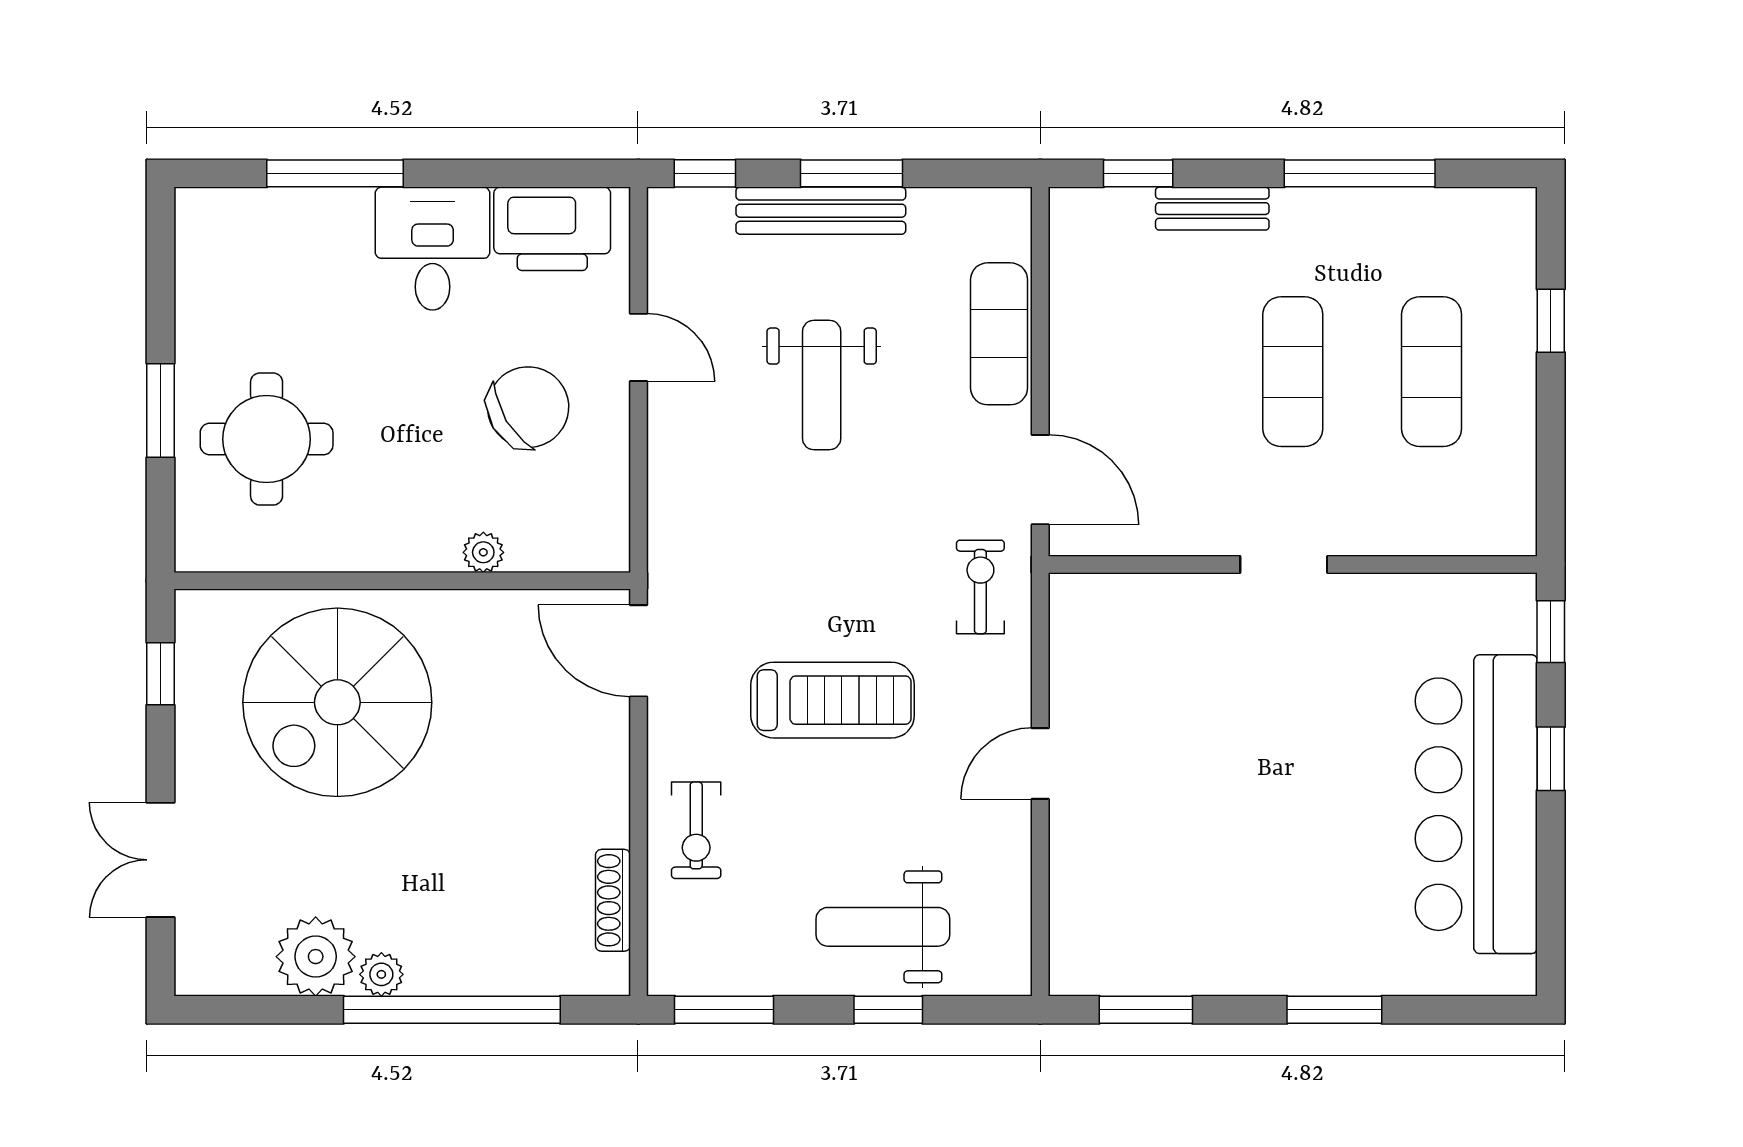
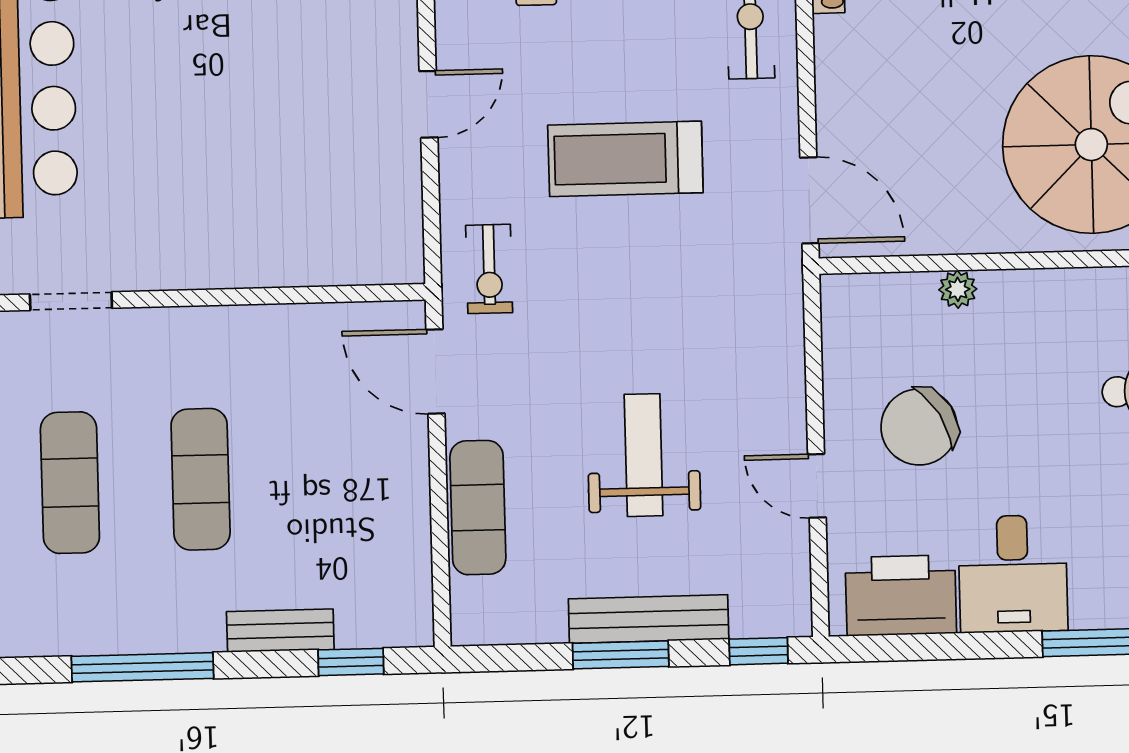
doorway: (1284, 564) -> (71, 301), moved

